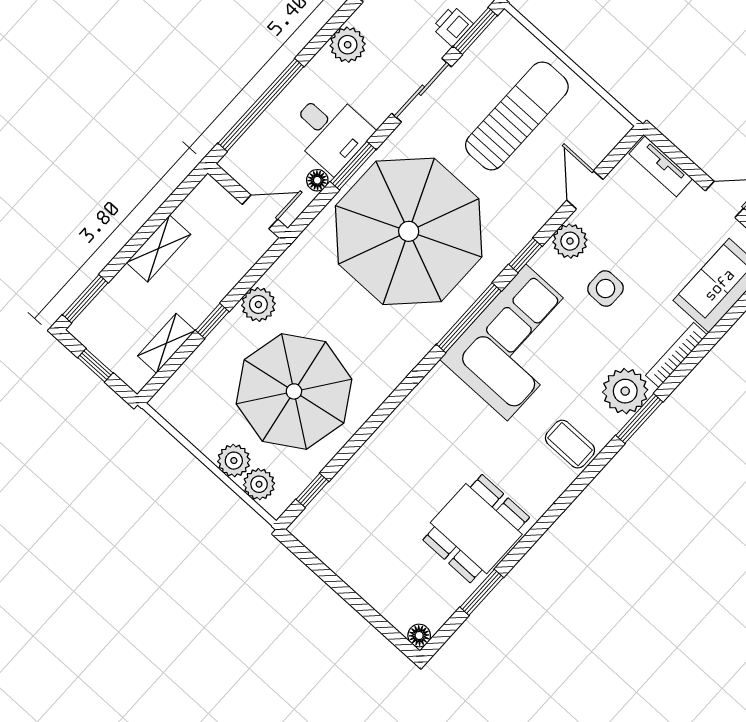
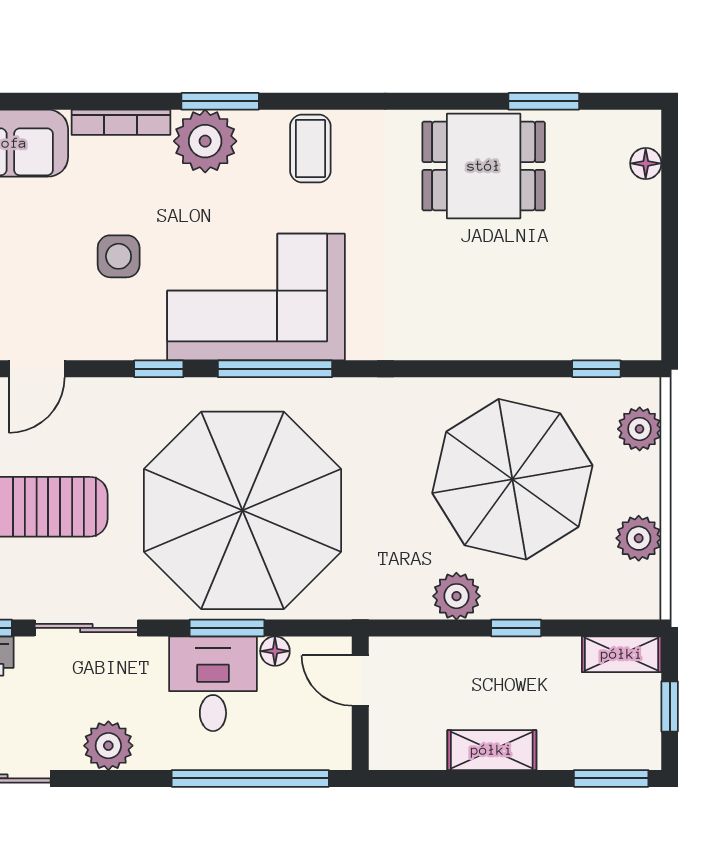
plant: (570, 241) -> (103, 337), removed
shelving: (166, 343) -> (622, 654), moved
plant: (234, 461) -> (639, 538), moved
floor lamp: (419, 635) -> (646, 163), moved

